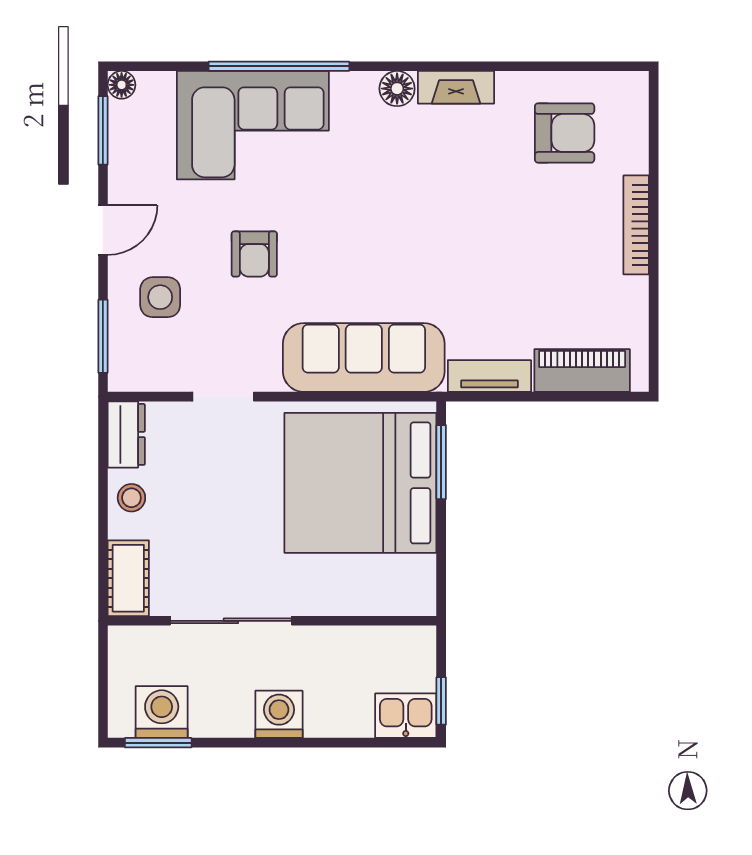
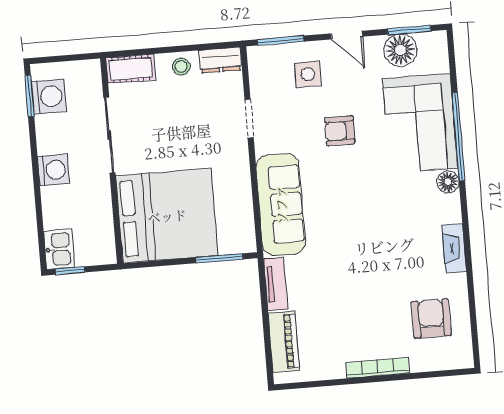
floor lamp: (122, 85) -> (400, 50), moved, width x1.89, depth x1.89
floor lamp: (397, 89) -> (448, 182), moved
armchair: (565, 133) -> (431, 318), turned 180
bed: (360, 483) -> (167, 216), moved, turned 90

